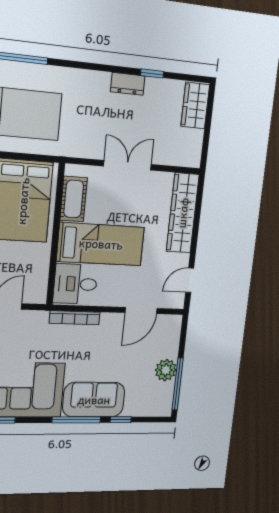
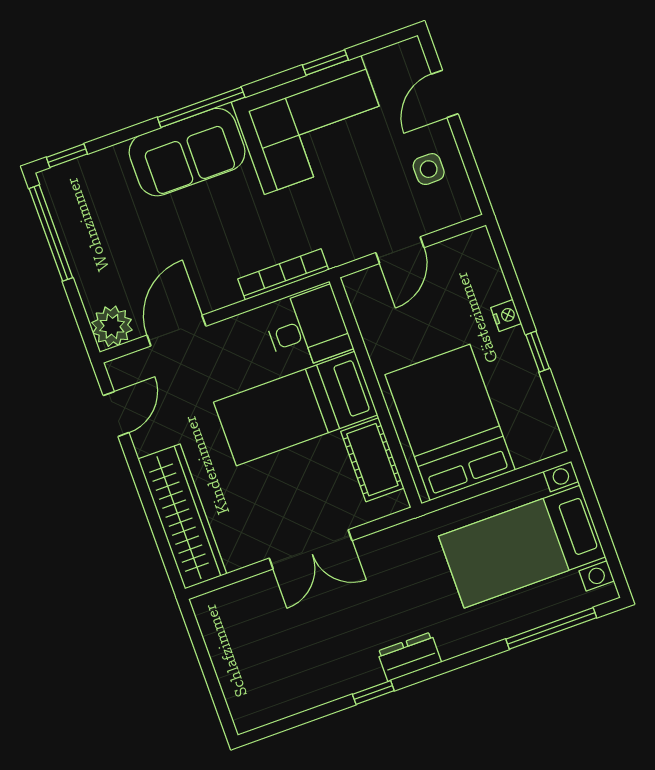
window: (152, 73) -> (373, 692), moved
dresser: (128, 84) -> (409, 657), moved
wardrobe: (195, 105) -> (245, 691), removed
plant: (166, 370) -> (112, 326), moved
window: (121, 420) -> (67, 156), moved

